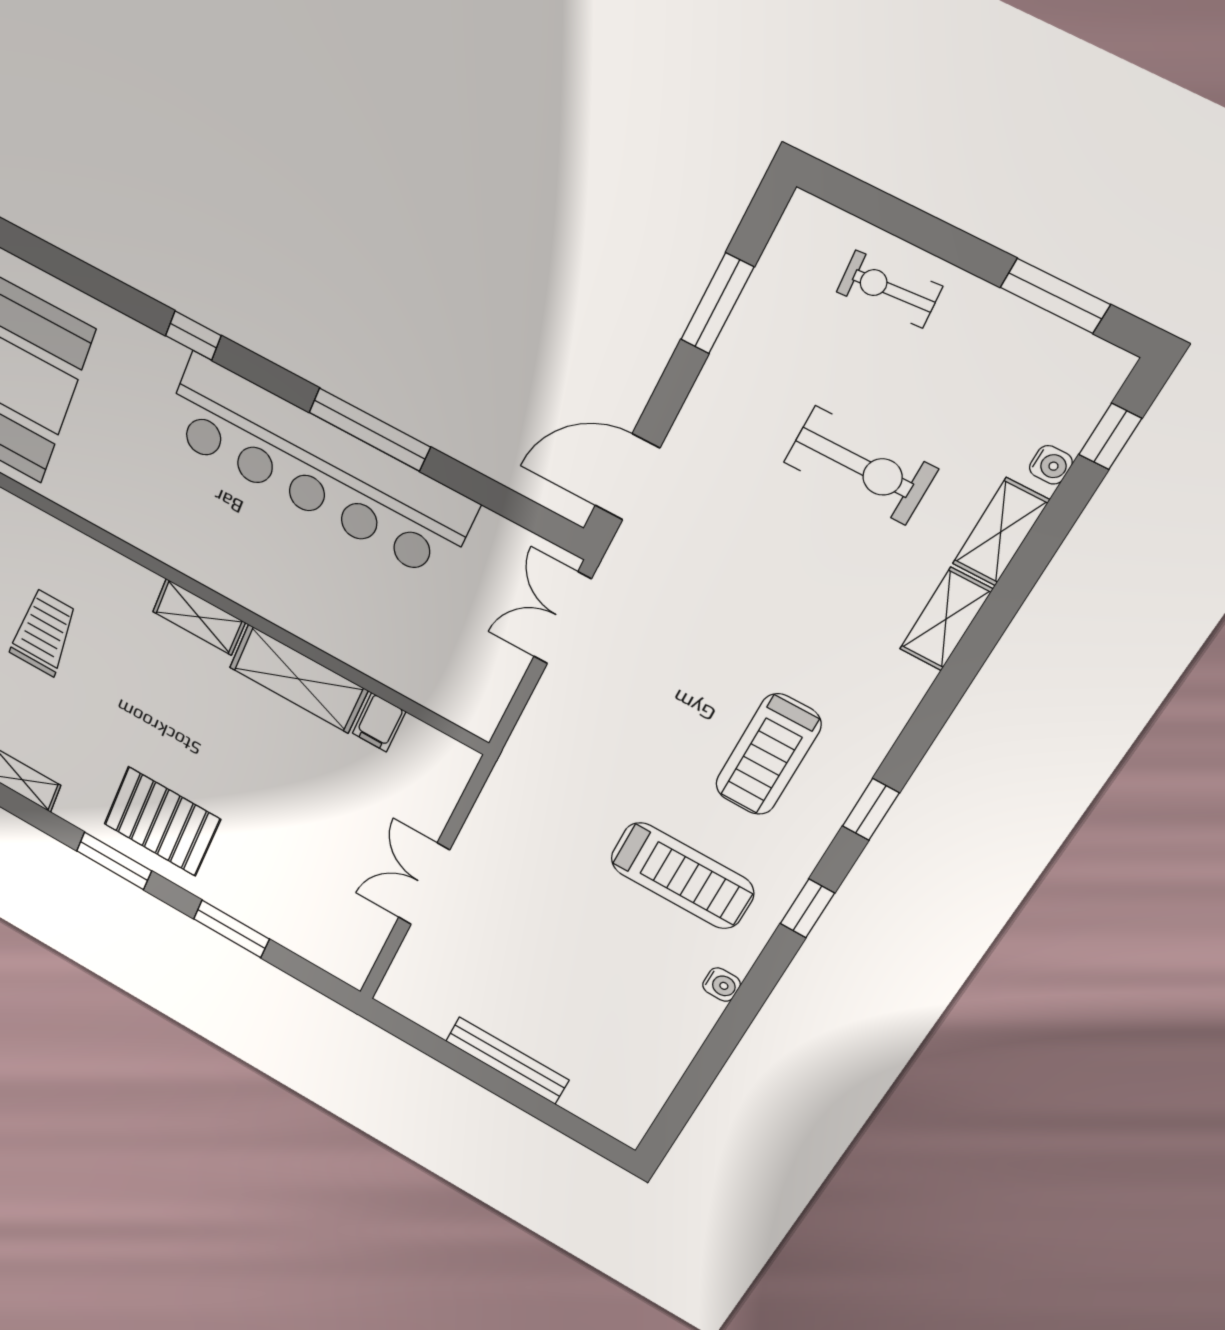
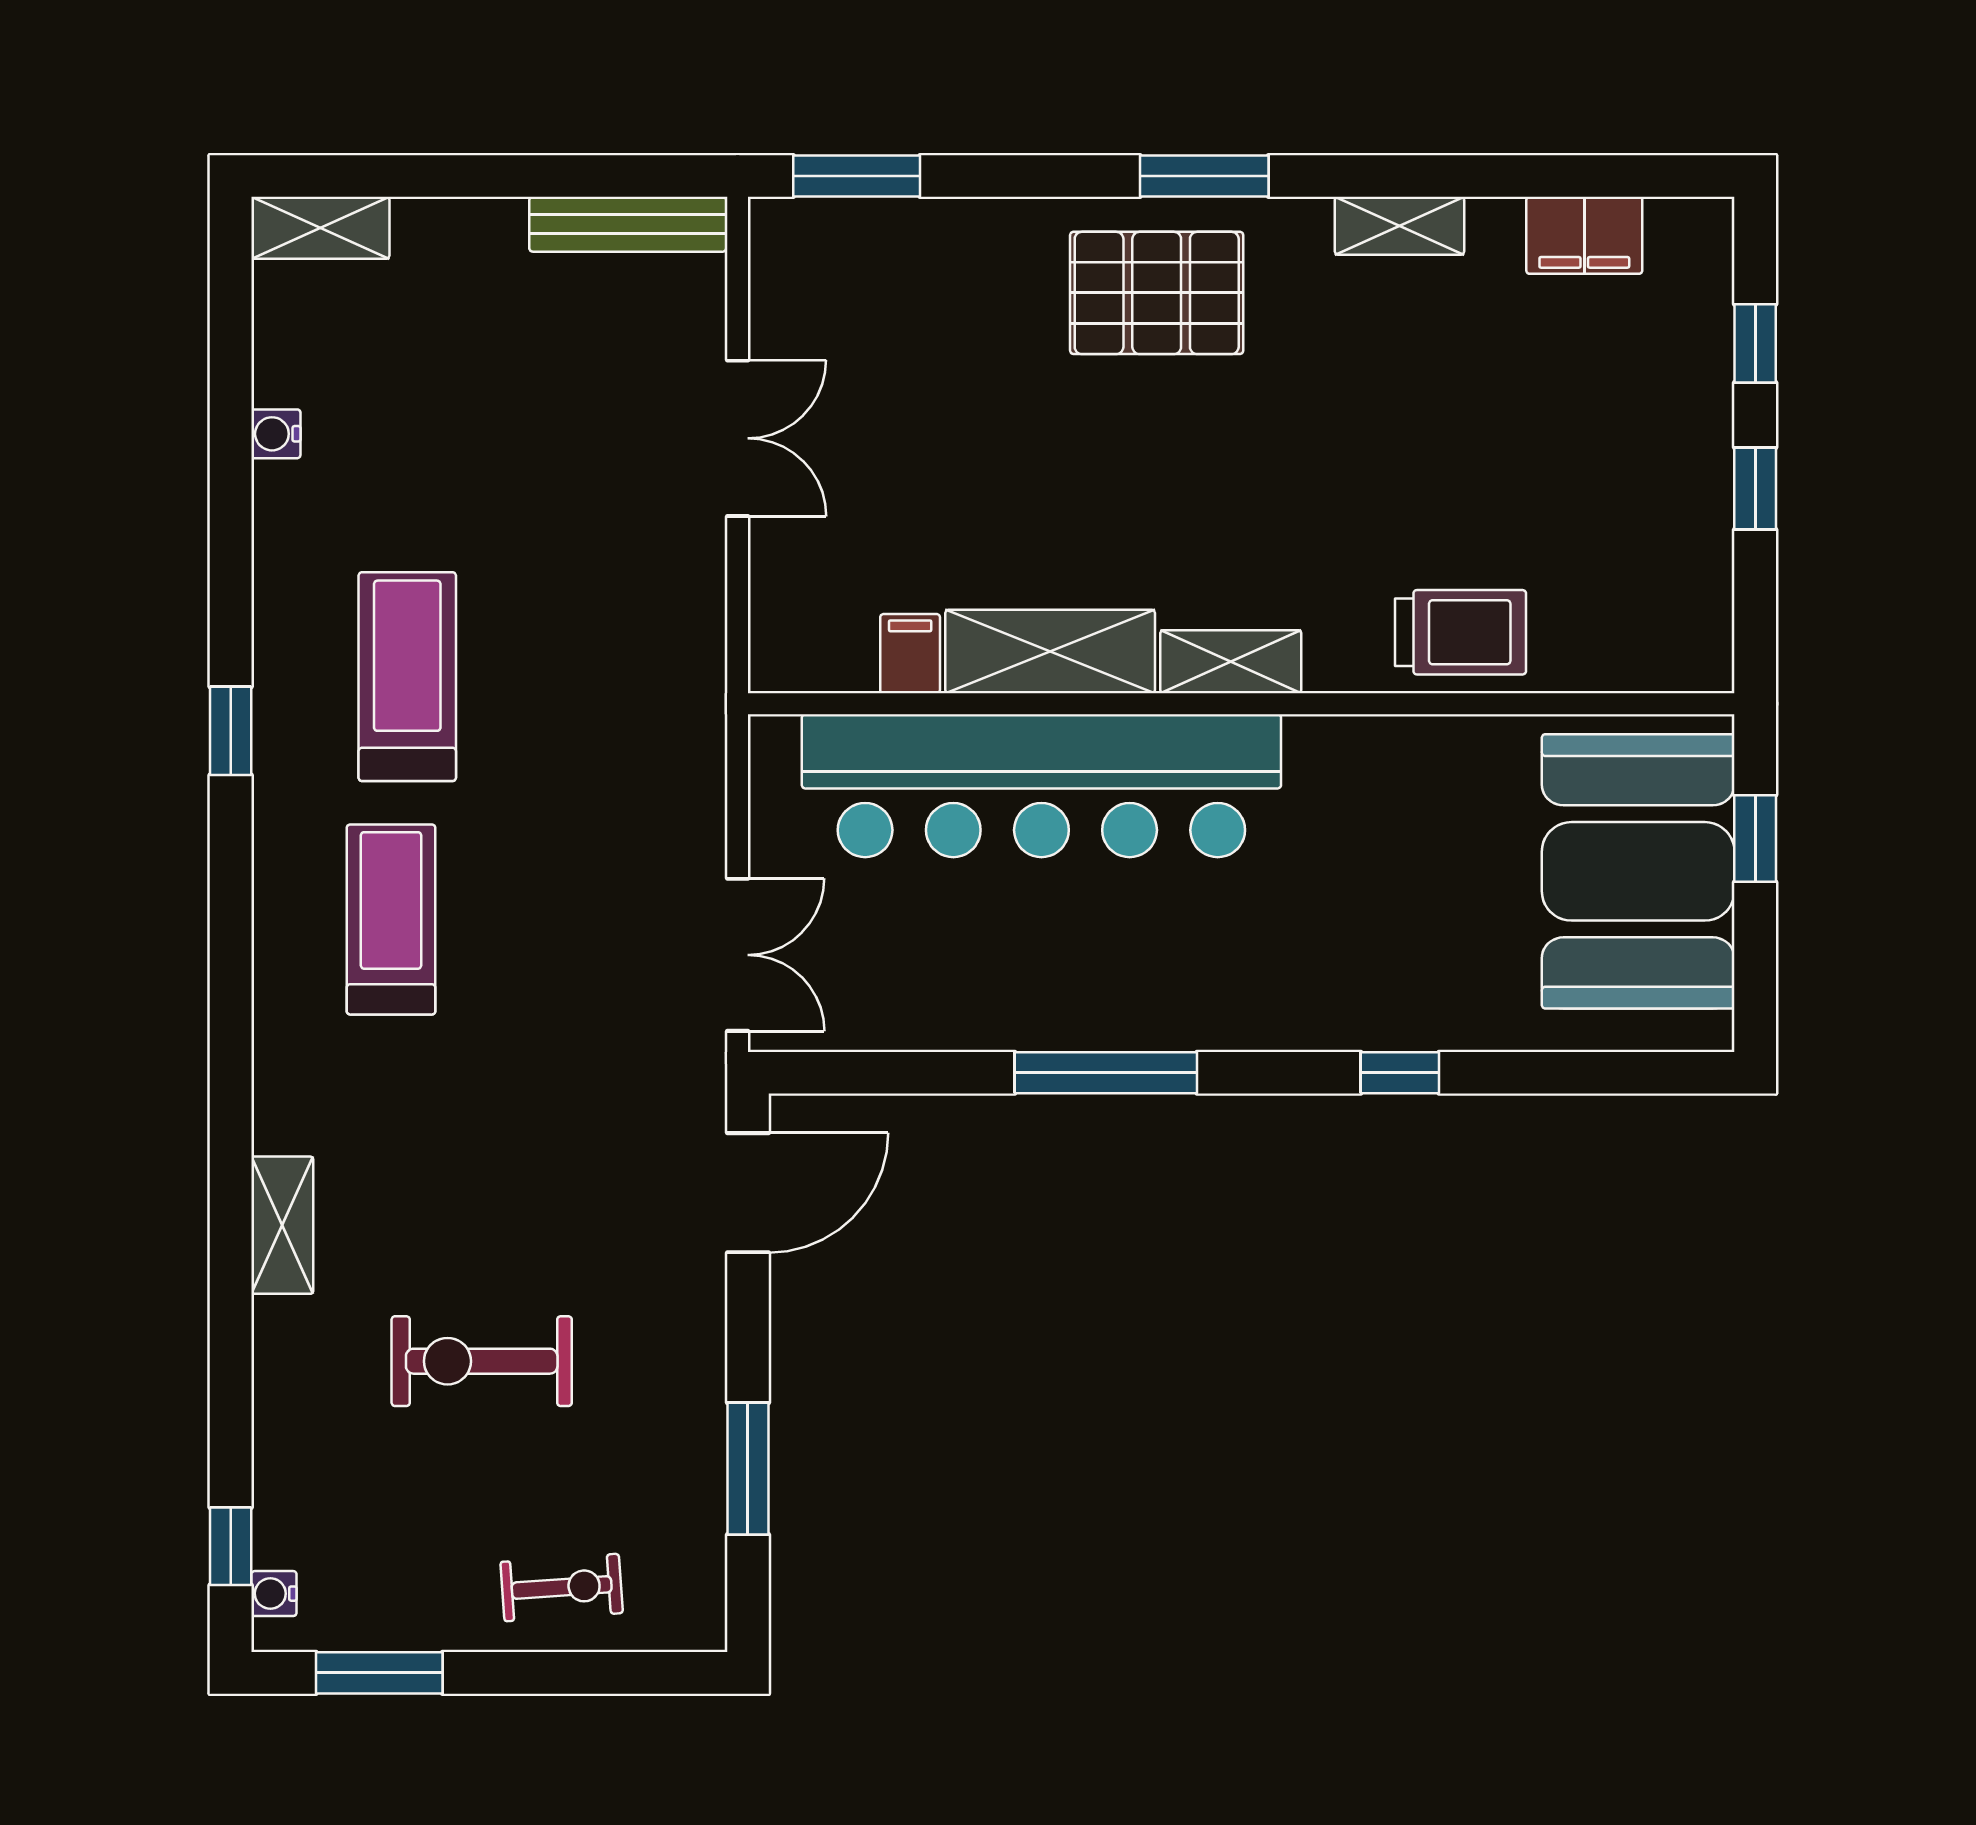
water cooler: (1051, 465) -> (274, 1594), moved
bar counter: (318, 468) -> (1041, 786), moved, turned 180
shelving: (1001, 532) -> (320, 228), moved, turned 90
trolley: (44, 632) -> (1461, 632), moved, turned -90
window: (871, 810) -> (231, 921), removed
treadmill: (682, 876) -> (407, 677), turned 90
window: (231, 929) -> (857, 176), moved
water cooler: (722, 985) -> (276, 434), moved
bench: (507, 1060) -> (628, 224), moved

